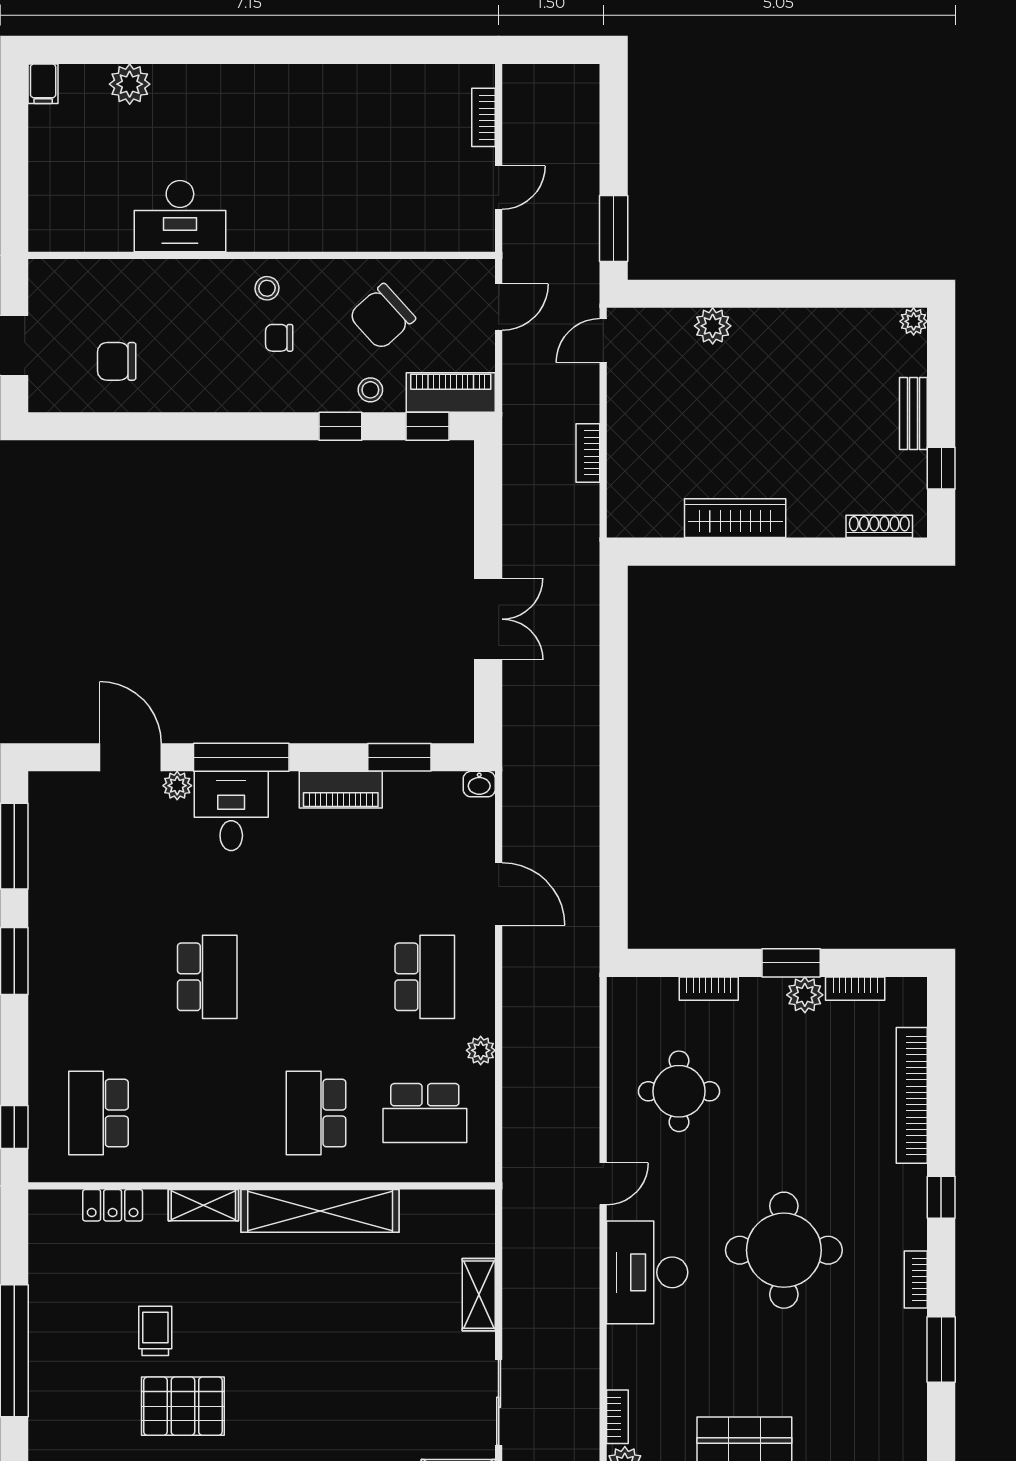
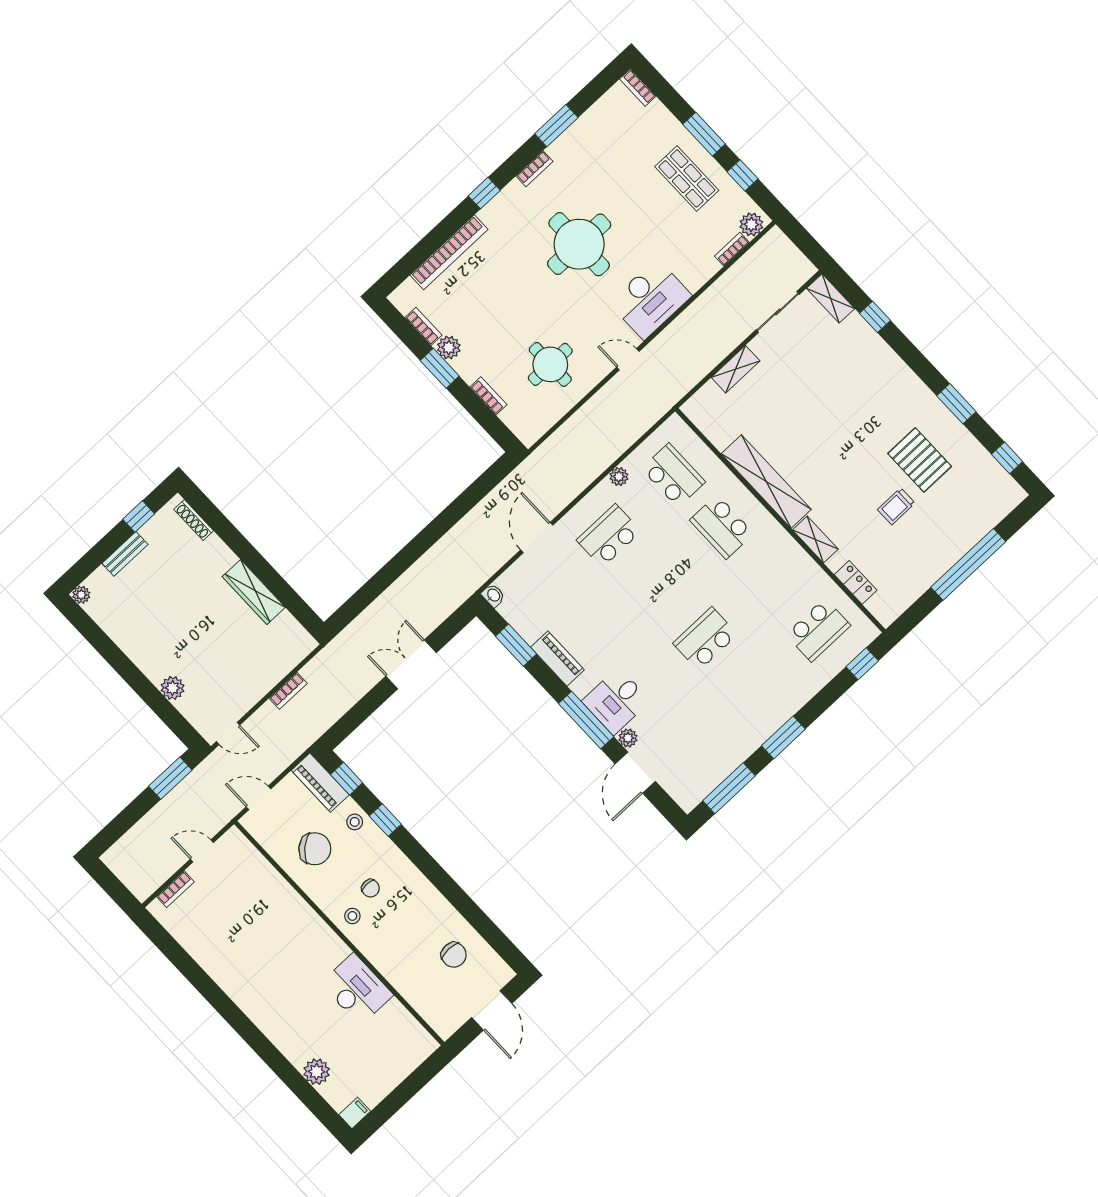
school desk: (316, 1113) -> (722, 527), turned 90

